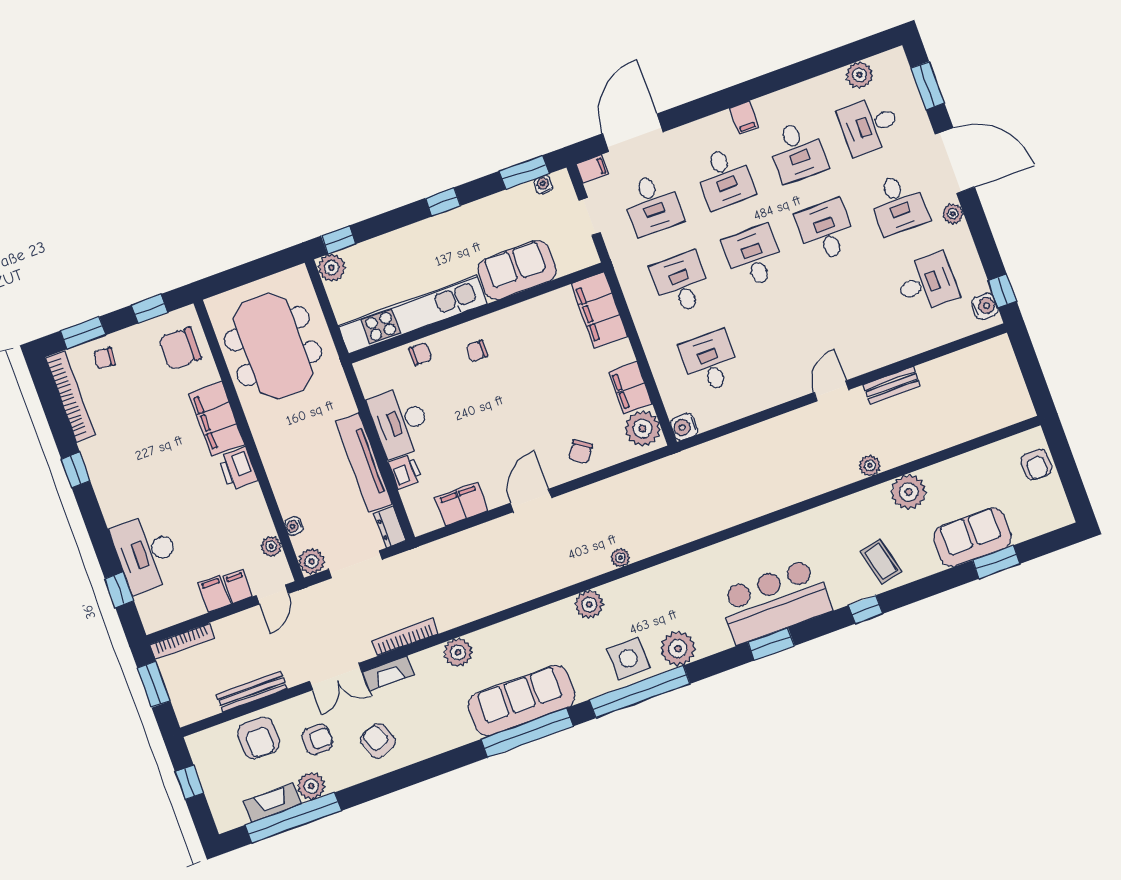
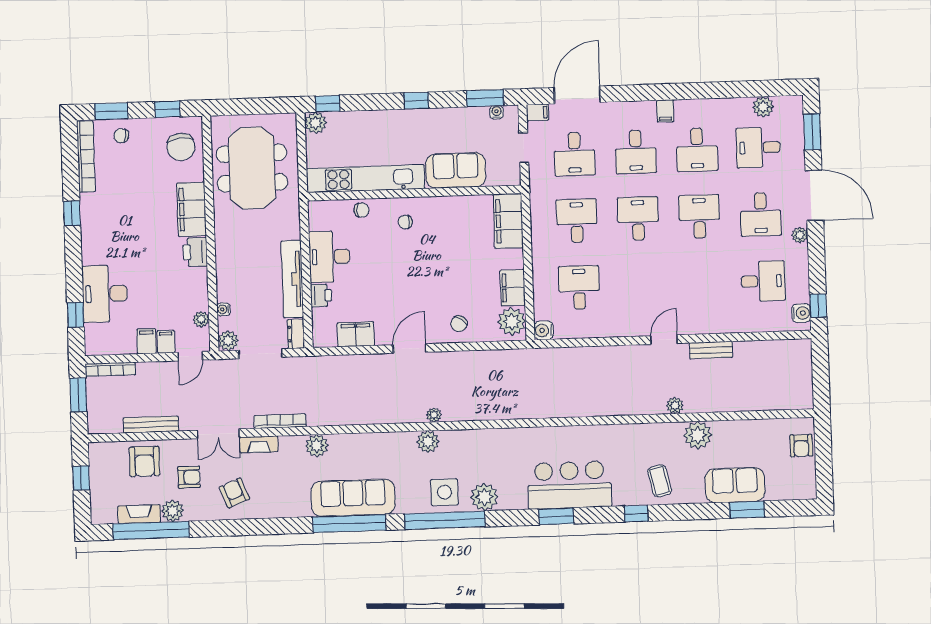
chair: (180, 348) -> (181, 147), turned -94
plant: (620, 558) -> (434, 415), moved

